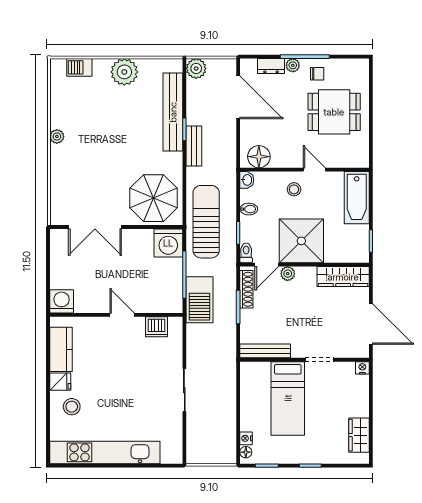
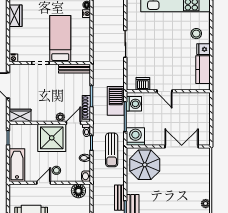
door: (314, 170) -> (44, 183), swing flipped
sun lounger: (206, 222) -> (112, 150), width x0.73, depth x0.75
wardrobe: (343, 277) -> (20, 115), width x0.67
washing machine: (62, 301) -> (134, 104), moved, turned -90

